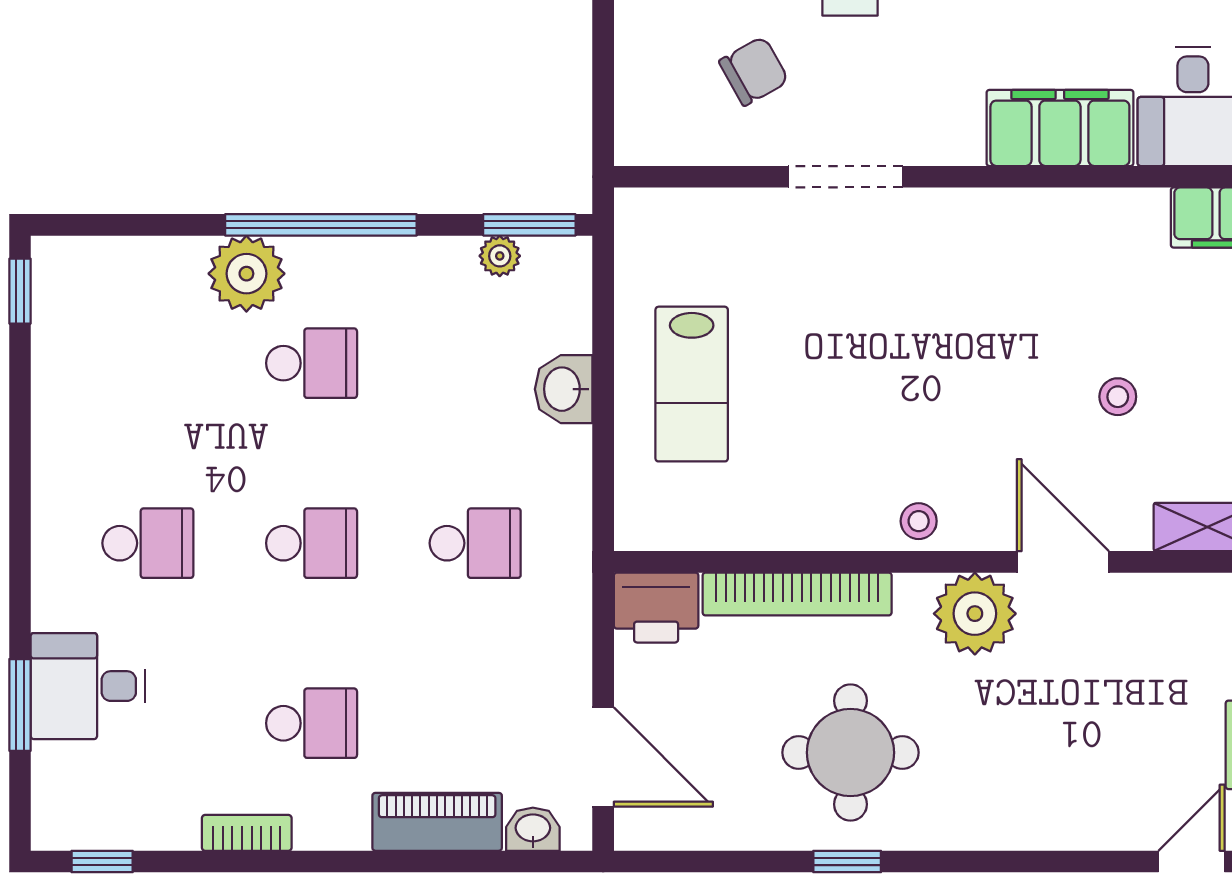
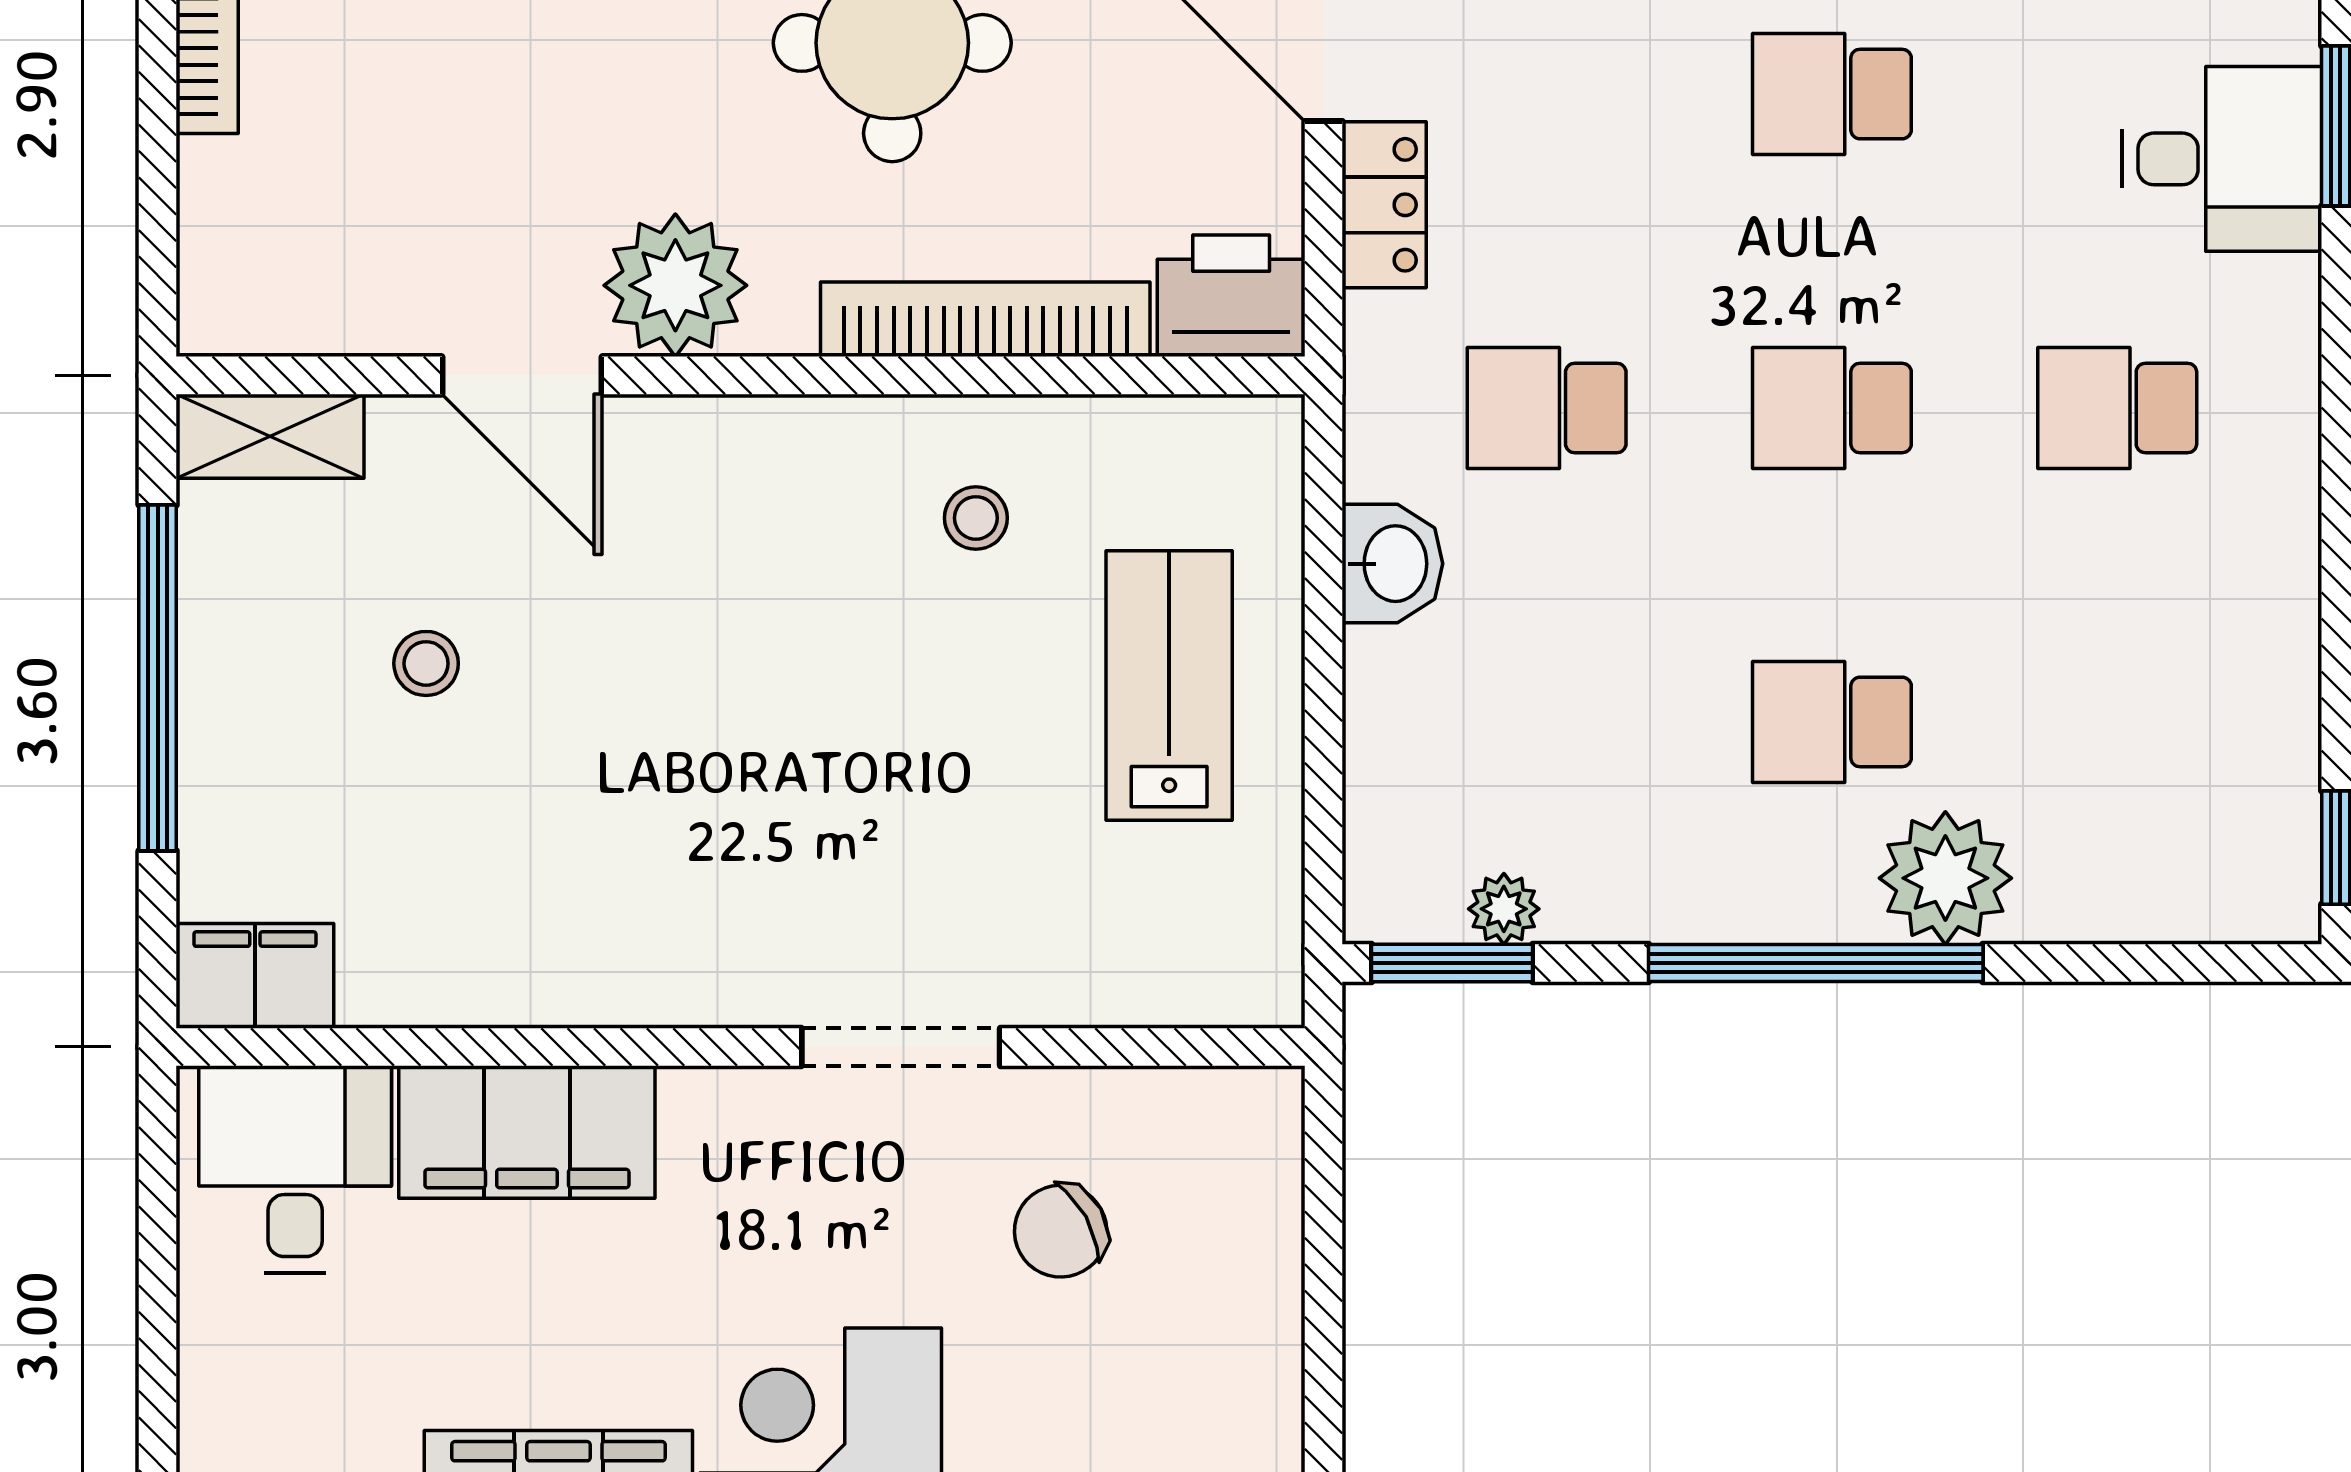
washbasin: (564, 389) -> (1392, 564), moved
stool: (919, 521) -> (976, 518), moved
locker: (568, 660) -> (1384, 205), added

